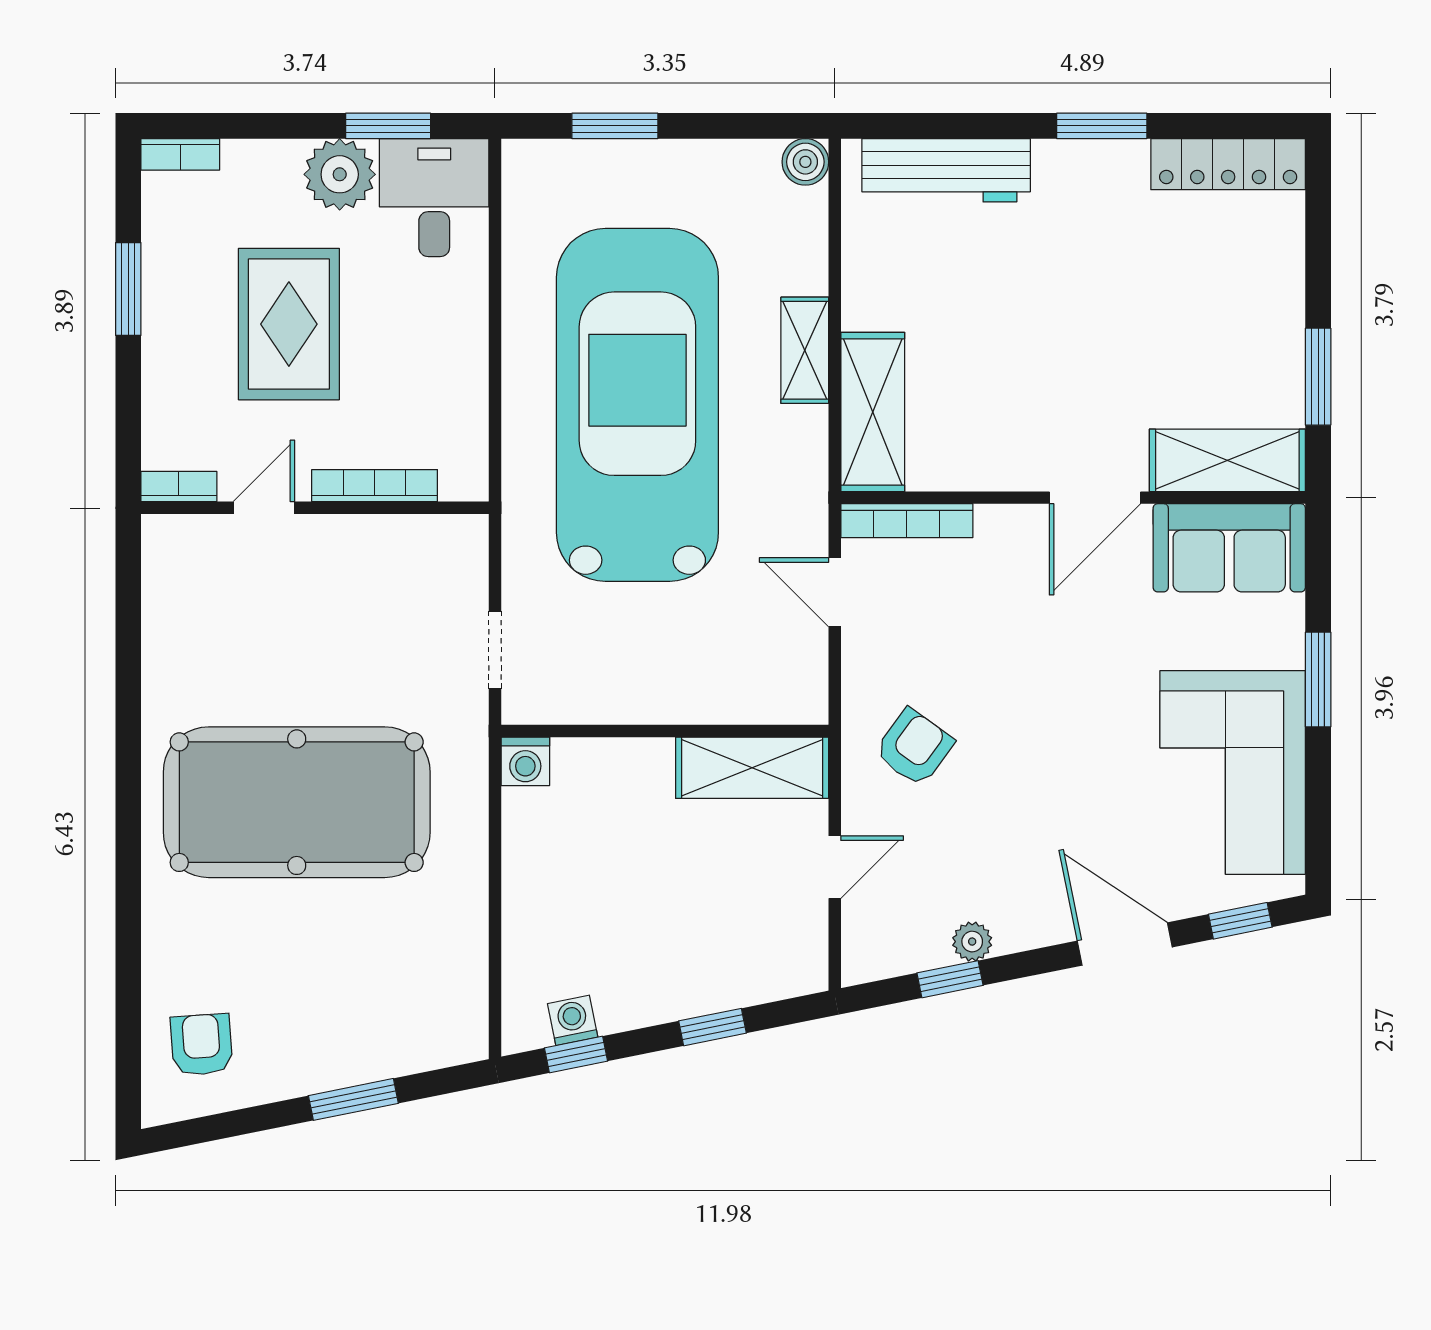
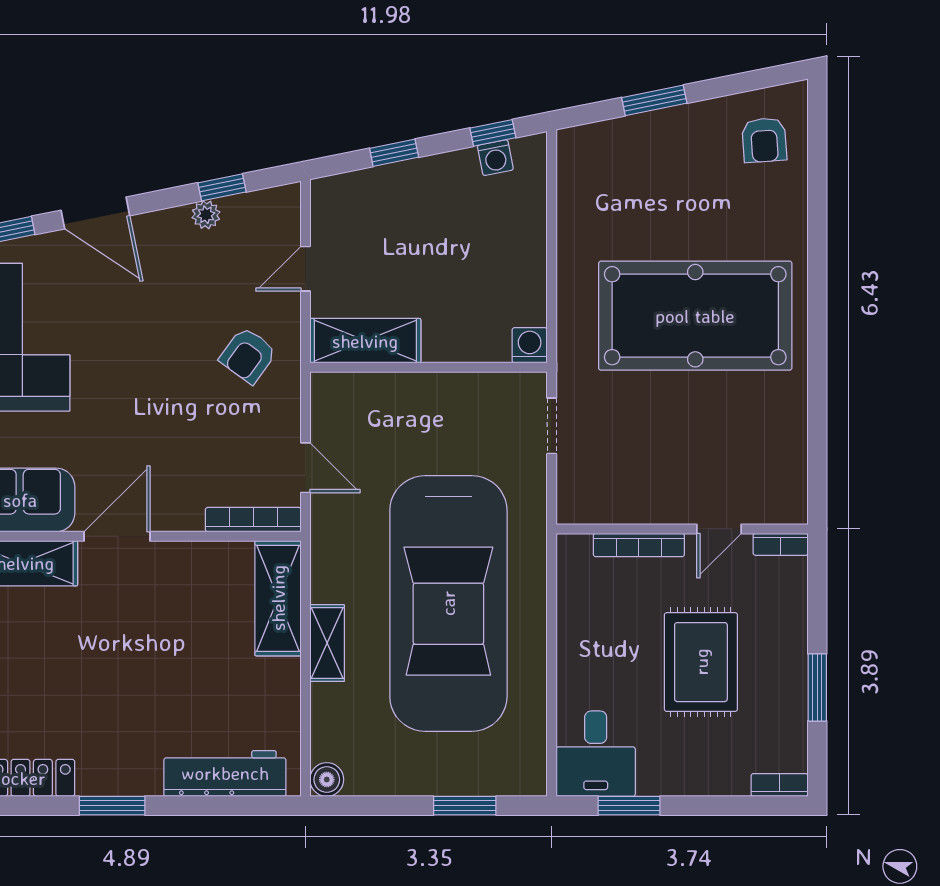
plant: (340, 174) -> (664, 770), removed

